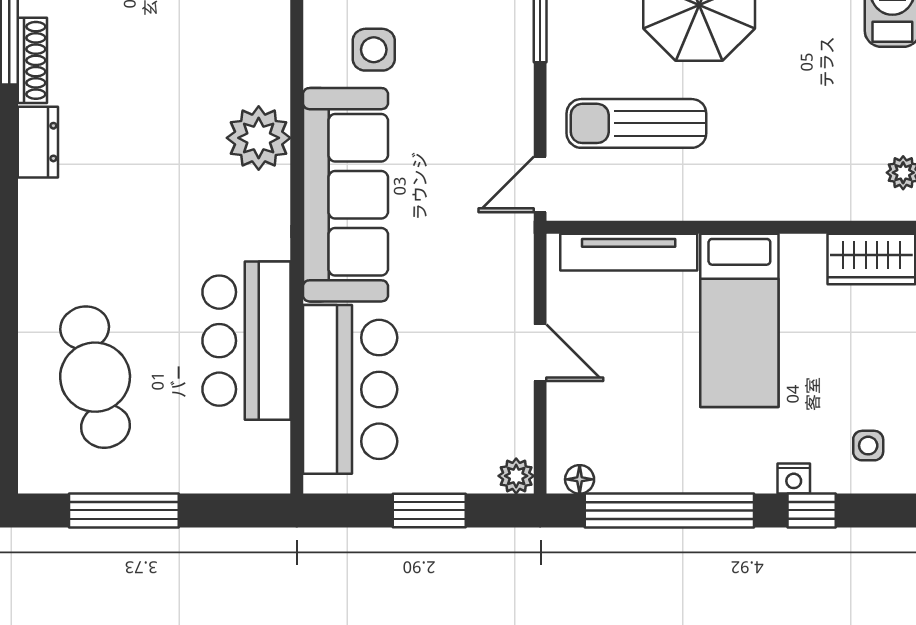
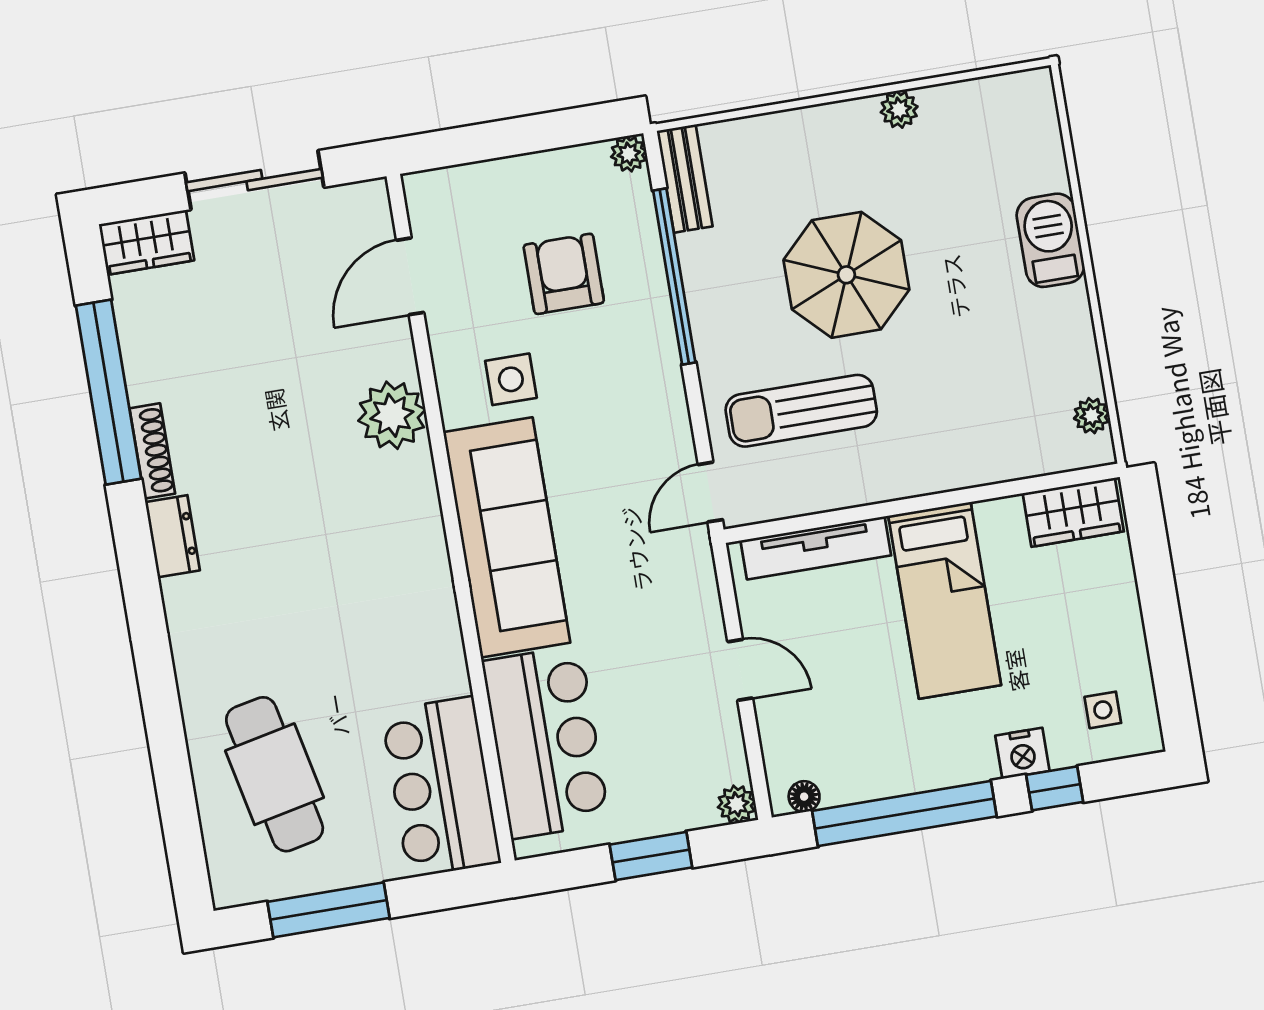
plant: (259, 138) -> (392, 415), moved
bar counter: (247, 341) -> (441, 787), moved
nightstand: (794, 479) -> (1022, 753), width x1.39, depth x1.35

